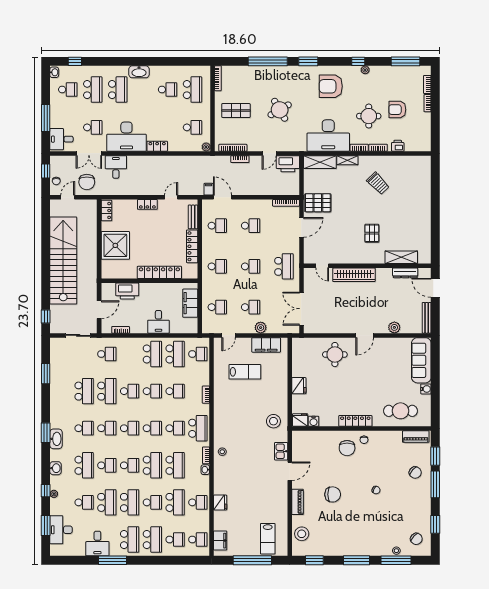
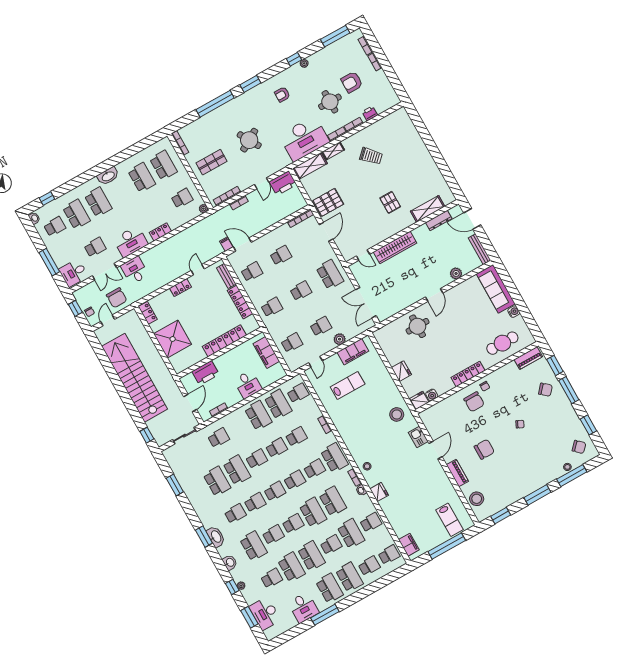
armchair: (331, 86) -> (282, 95), width x0.53, depth x0.53
school desk: (168, 90) -> (142, 177), width x1.85
desk: (126, 137) -> (131, 242), width x0.73, depth x0.77
fridge: (220, 502) -> (379, 492), moved

